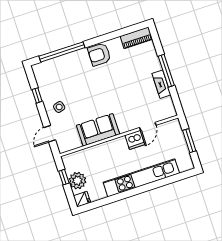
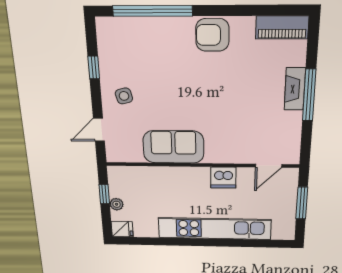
fireplace: (161, 84) -> (295, 89), moved
door: (148, 126) -> (269, 166), moved
plant: (77, 181) -> (117, 204), width x0.53, depth x0.53

